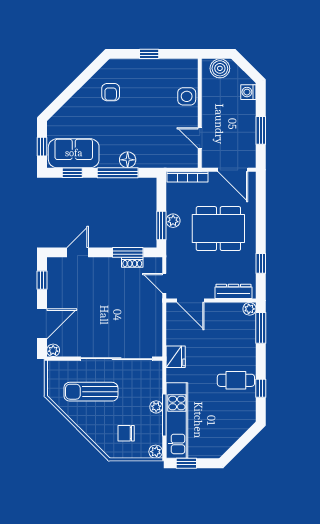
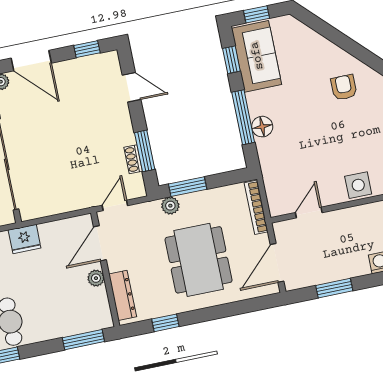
armchair: (111, 92) -> (344, 87), turned 90
plant: (173, 221) -> (170, 206), moved
plant: (250, 309) -> (96, 278), moved

